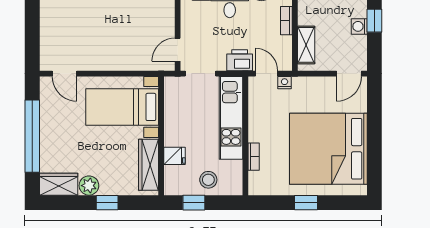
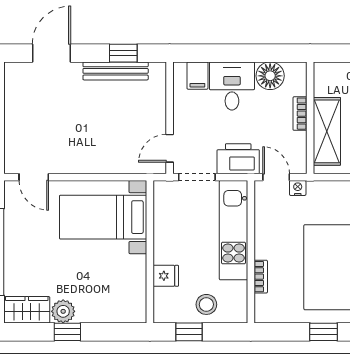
shelving: (306, 45) -> (327, 131), width x1.50, depth x1.33
printer: (240, 60) -> (238, 159), width x1.37, depth x1.19
wardrobe: (149, 165) -> (135, 286), removed
window: (107, 203) -> (67, 332), moved

